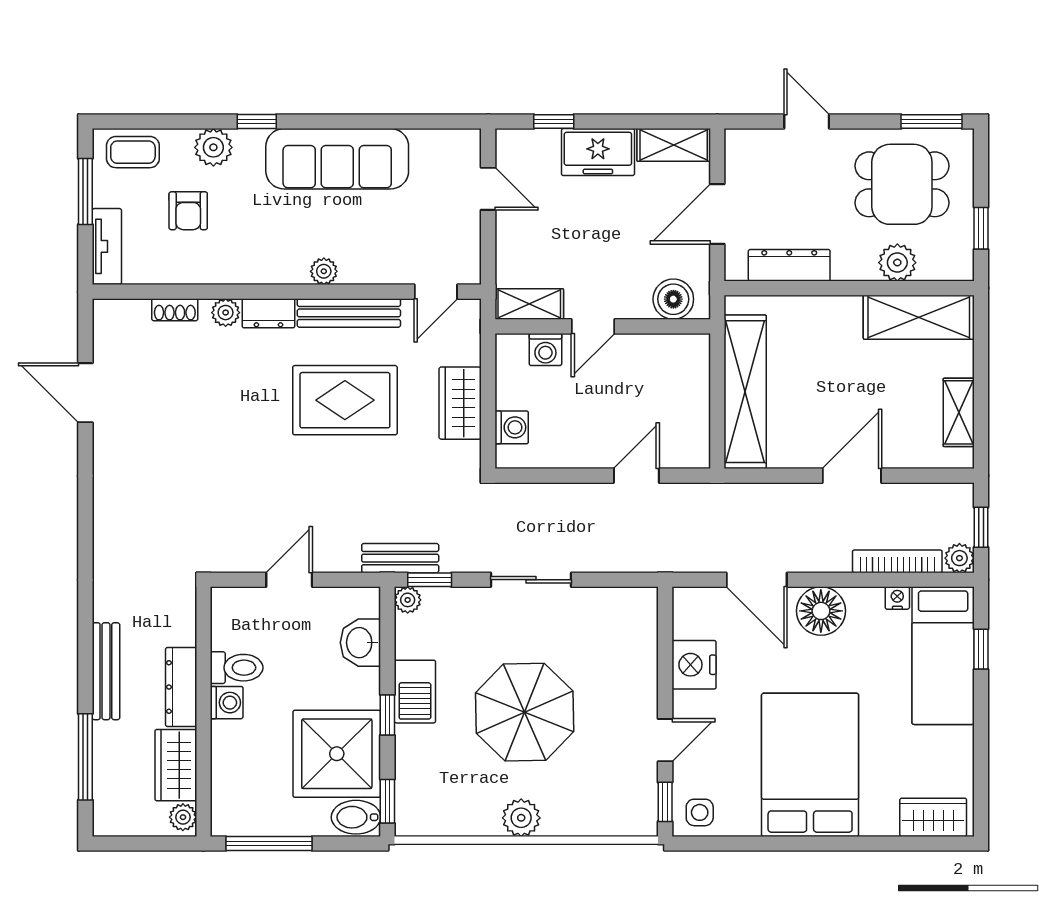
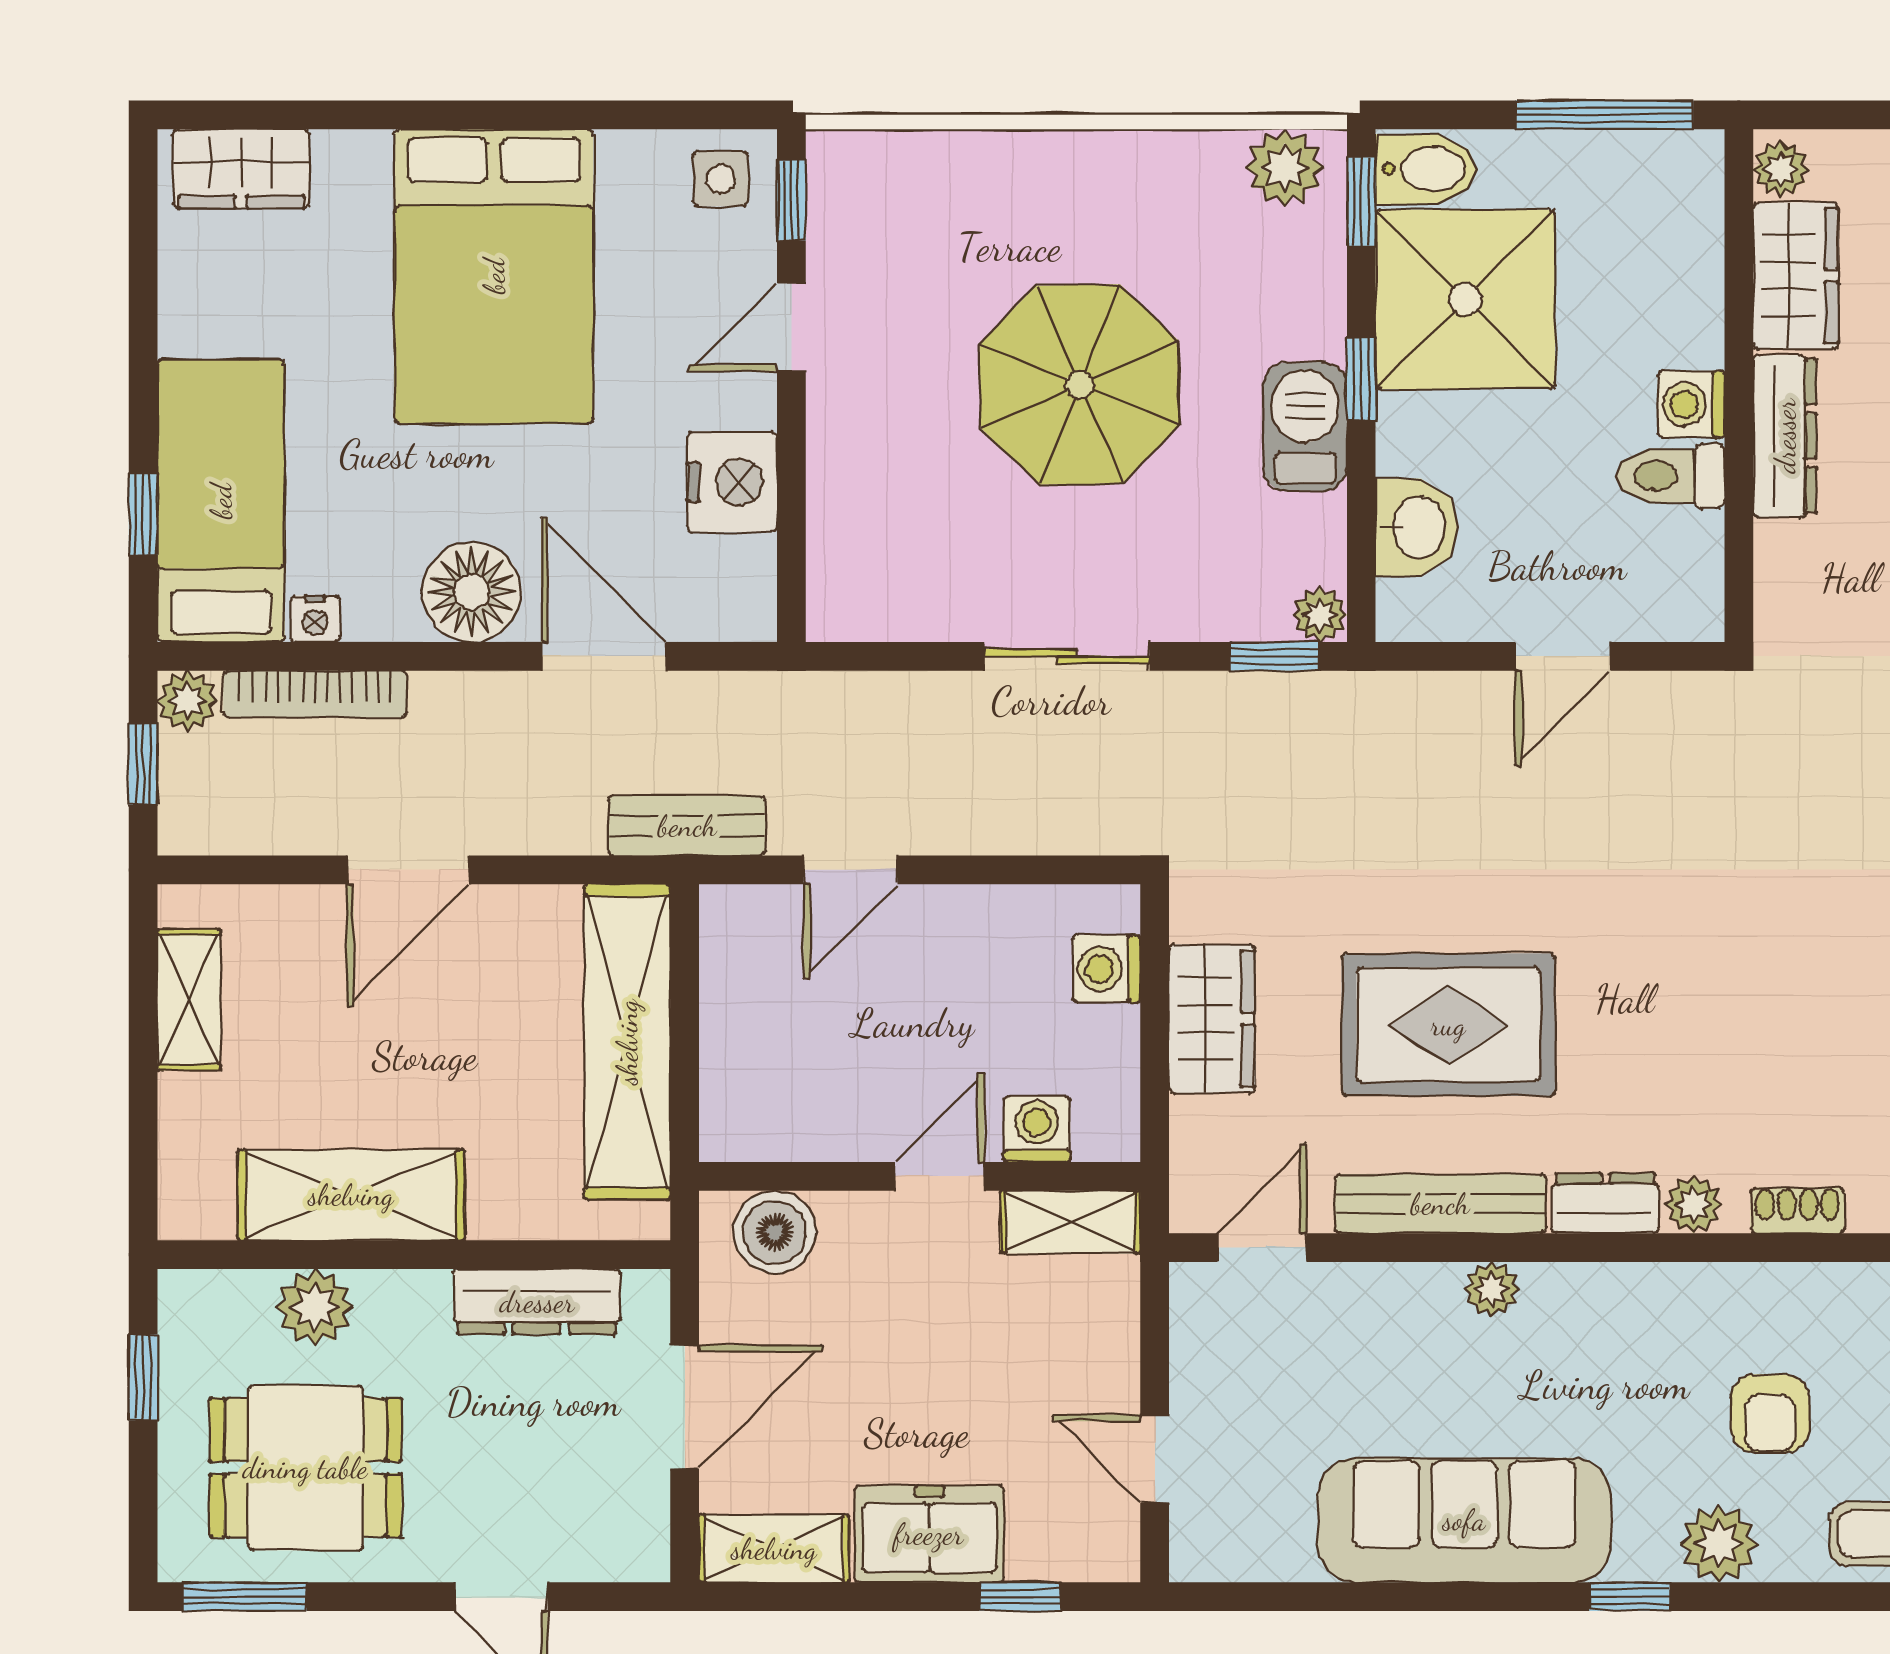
armchair: (188, 211) -> (1770, 1413), turned 180
shelving: (919, 317) -> (351, 1195), moved
bench: (400, 558) -> (687, 826), moved
plant: (521, 818) -> (1285, 168), moved

